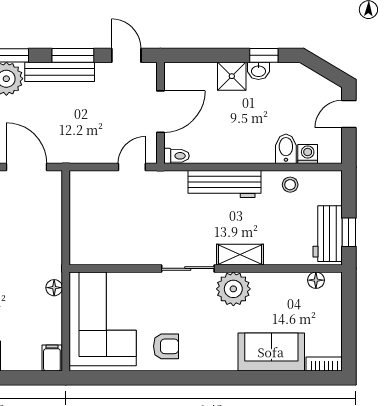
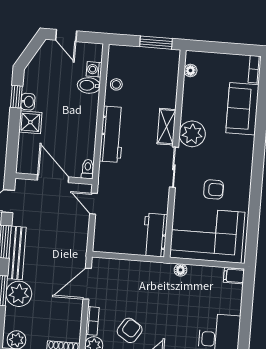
window: (349, 232) -> (156, 43), width x1.50
workbench: (328, 234) -> (155, 235), moved, turned 90
armchair: (166, 346) -> (214, 189), moved, turned 90

